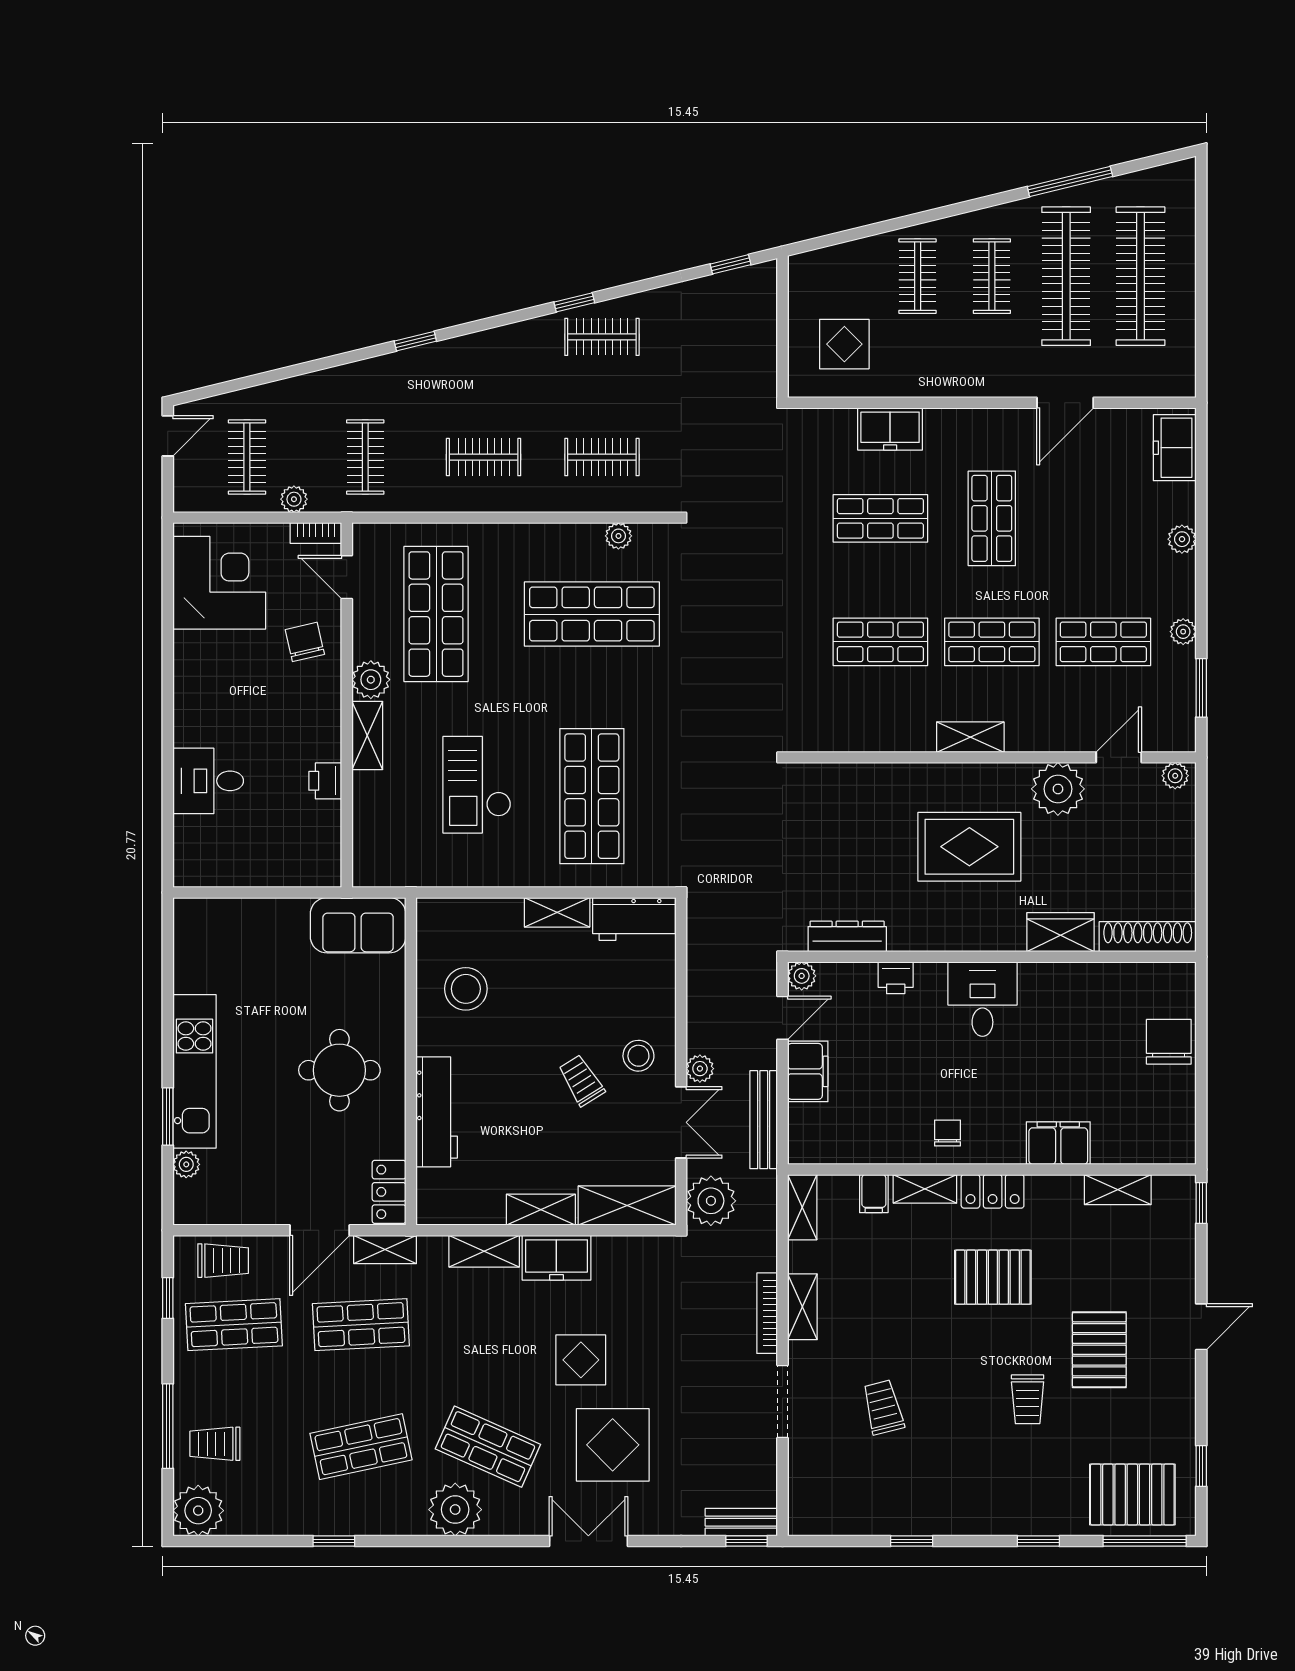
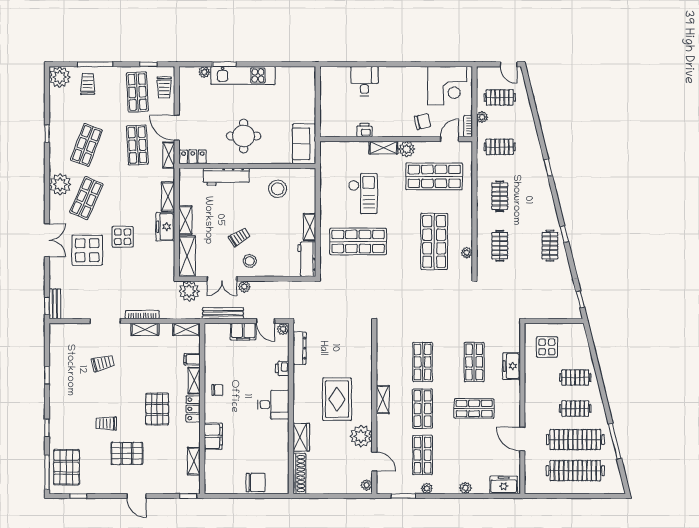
checkout: (477, 785) -> (363, 193), turned 90
shop shelf: (361, 1447) -> (86, 145), turned 33

